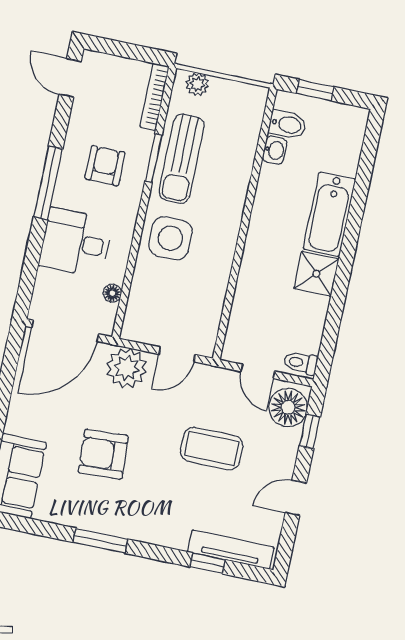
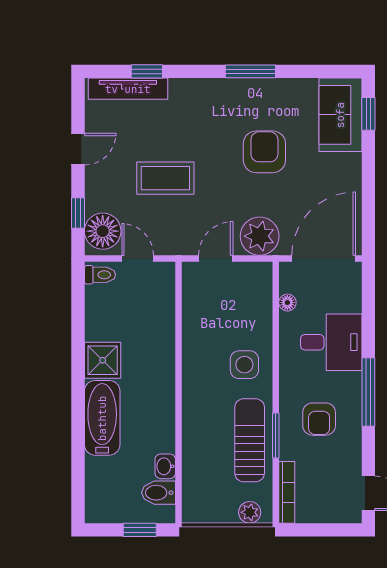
side table: (170, 238) -> (244, 365), width x0.73, depth x0.73
armchair: (103, 454) -> (264, 152), turned -87

